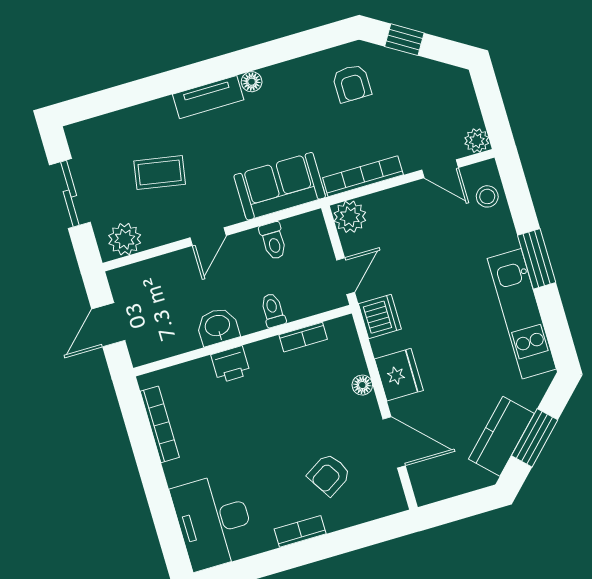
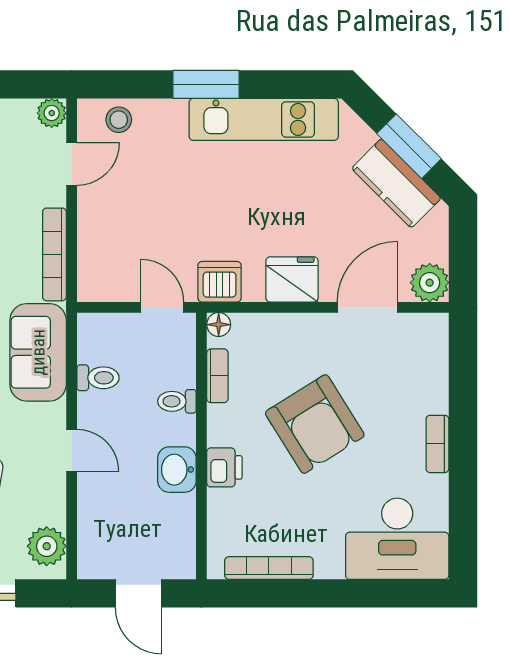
plant: (350, 217) -> (430, 283), moved
floor lamp: (362, 385) -> (219, 325), moved
armchair: (329, 475) -> (315, 424), moved, width x1.88, depth x1.88

